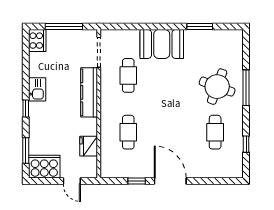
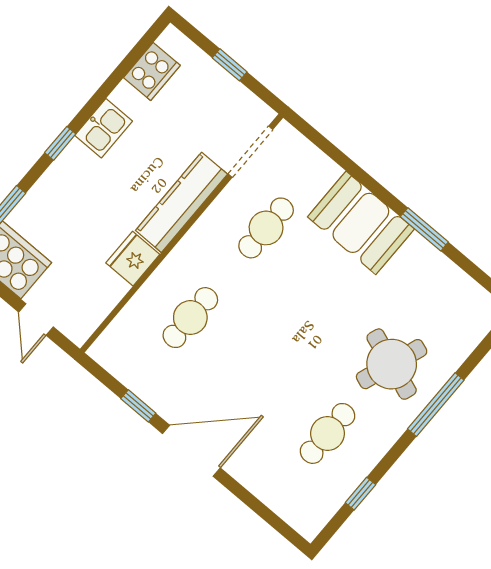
window: (64, 27) -> (230, 65), width x0.46
window: (200, 27) -> (424, 229), moved
cooker: (37, 41) -> (152, 71), moved
fridge: (89, 146) -> (133, 259), moved
door: (170, 181) -> (191, 451), hinge flipped

